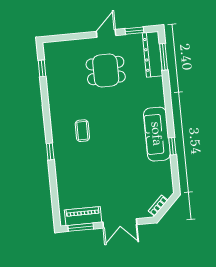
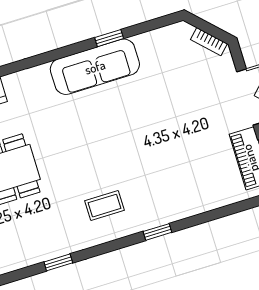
window: (42, 68) -> (58, 262), moved
coffee table: (82, 131) -> (105, 206), moved

